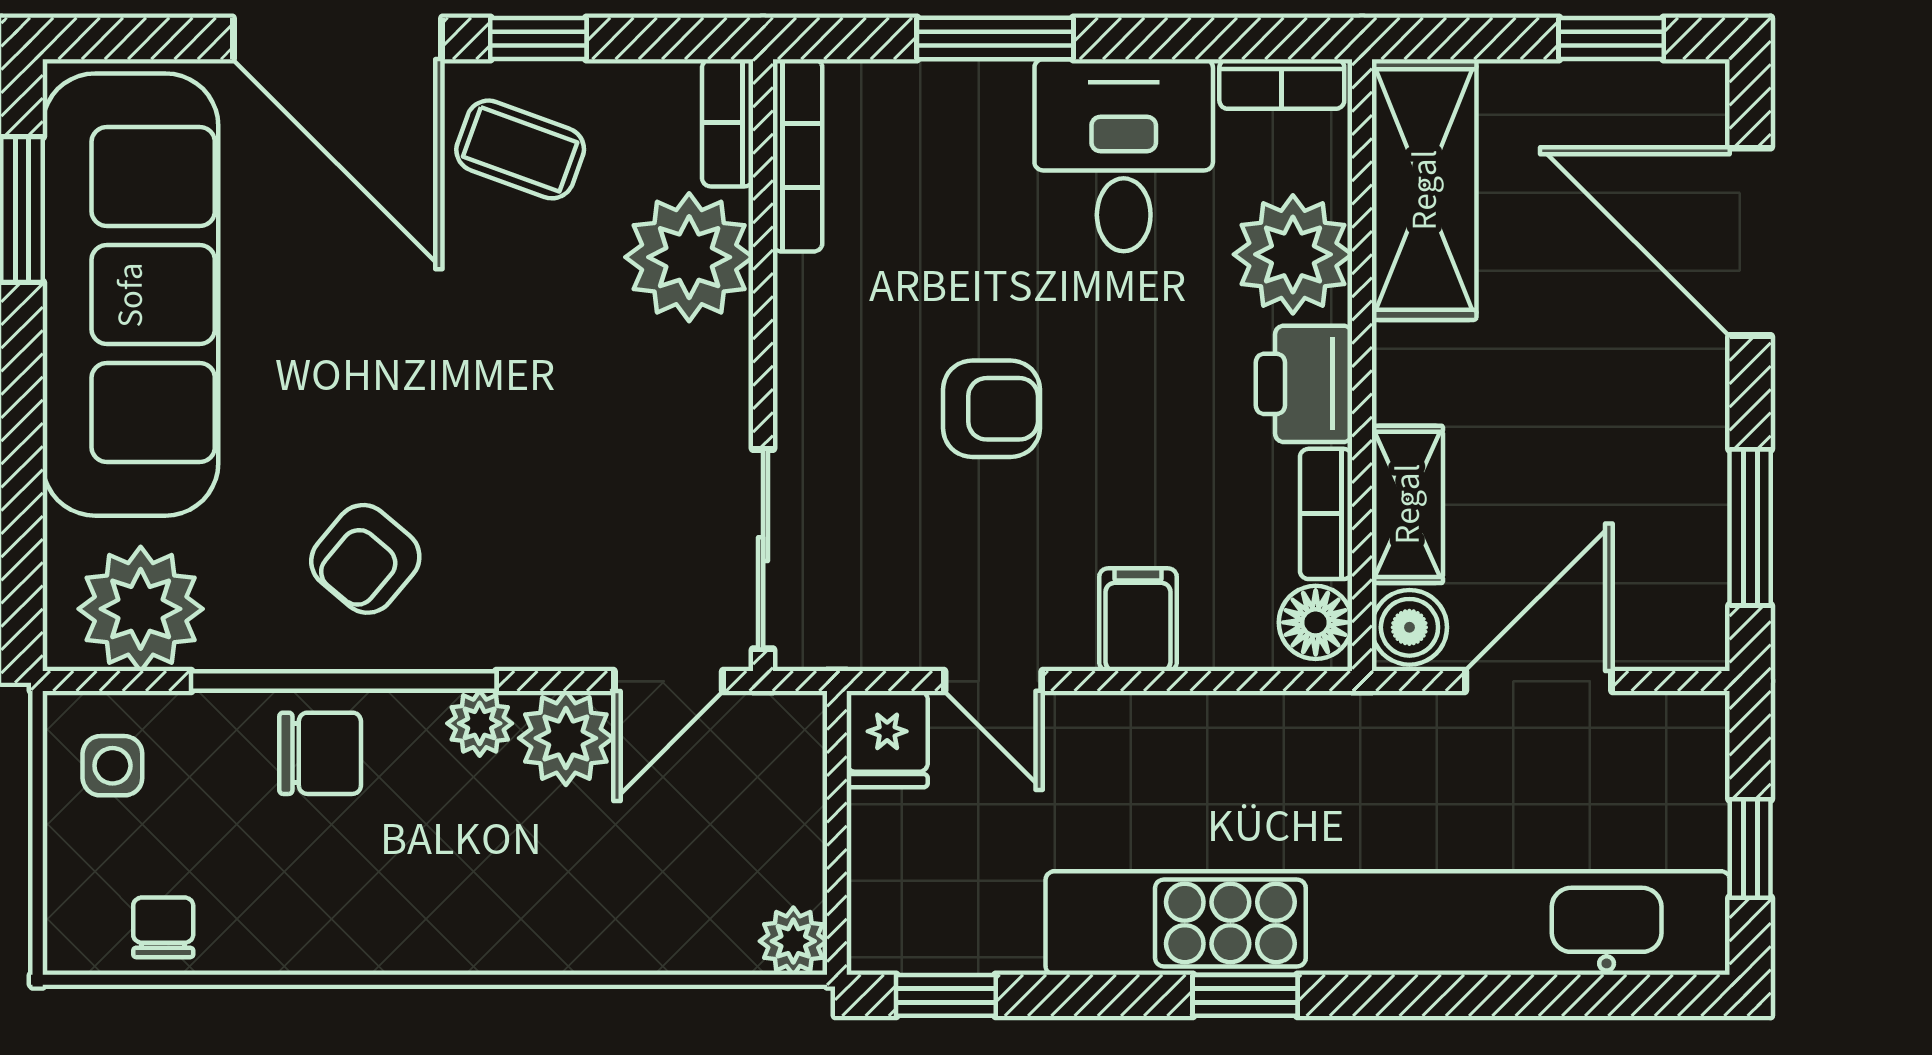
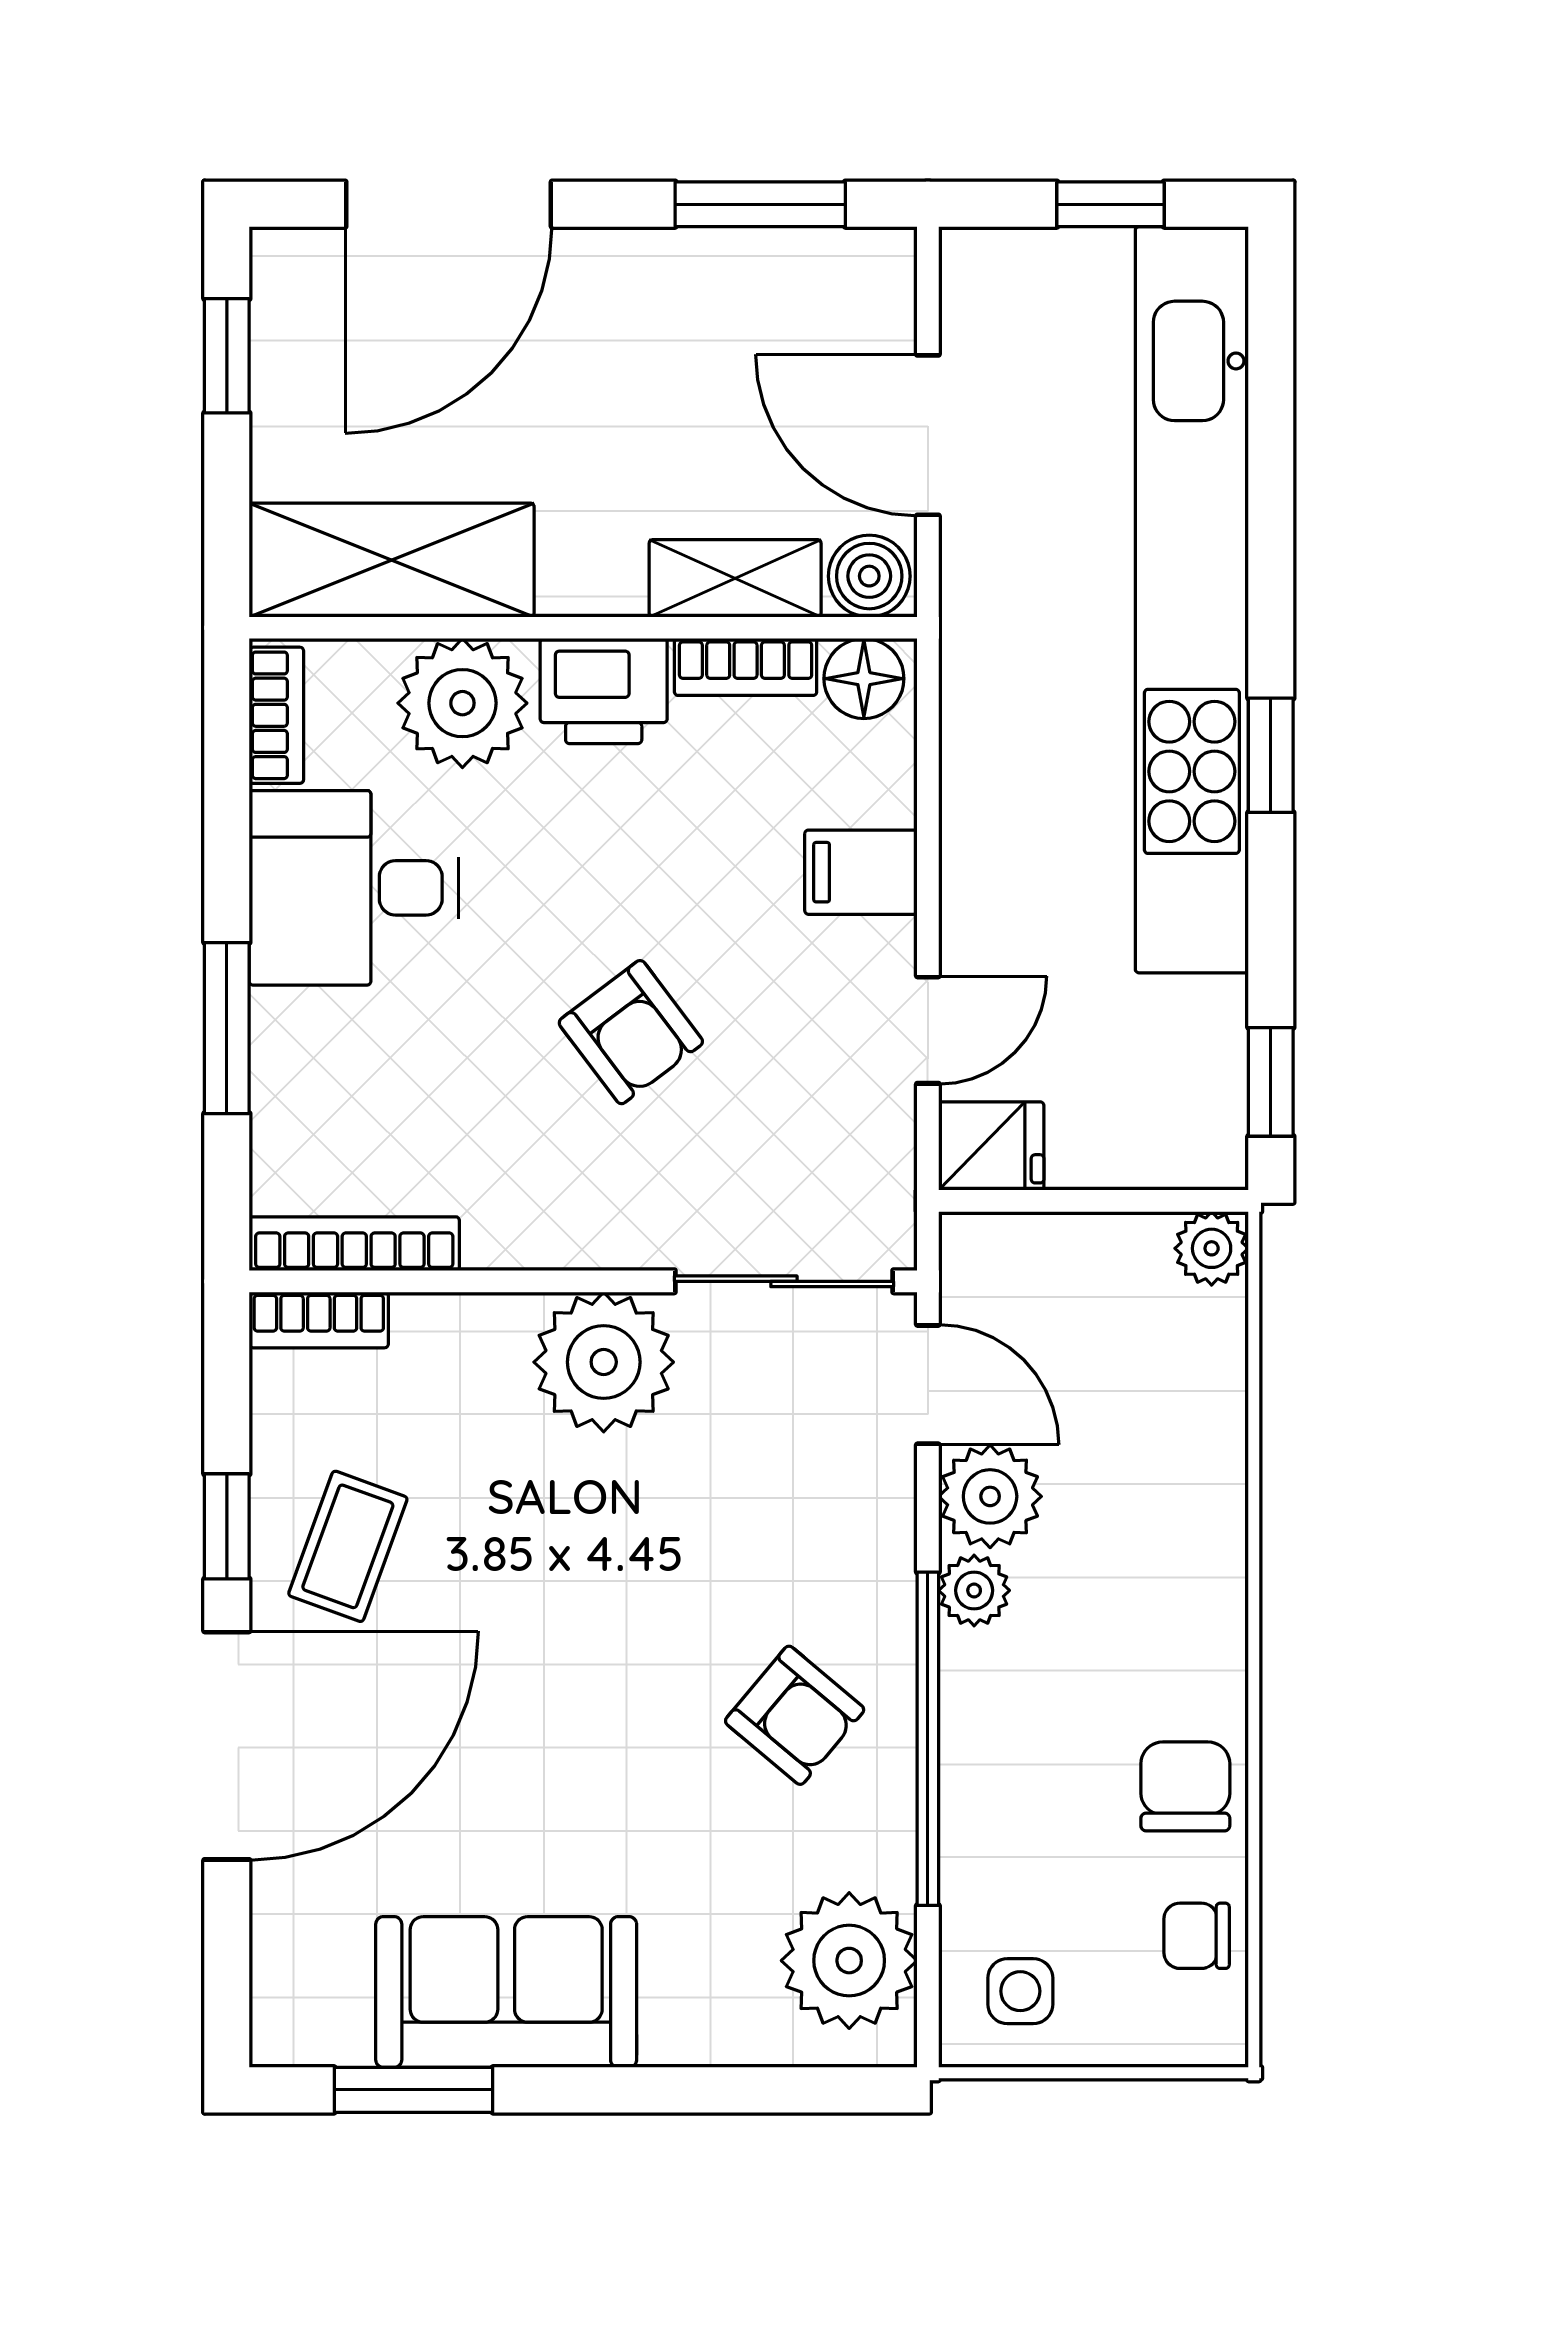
plant: (689, 257) -> (604, 1362), moved
sofa: (130, 295) -> (506, 1992), width x0.54, depth x0.79
armchair: (991, 409) -> (631, 1032), turned 143
chair: (320, 753) -> (1185, 1786), moved

